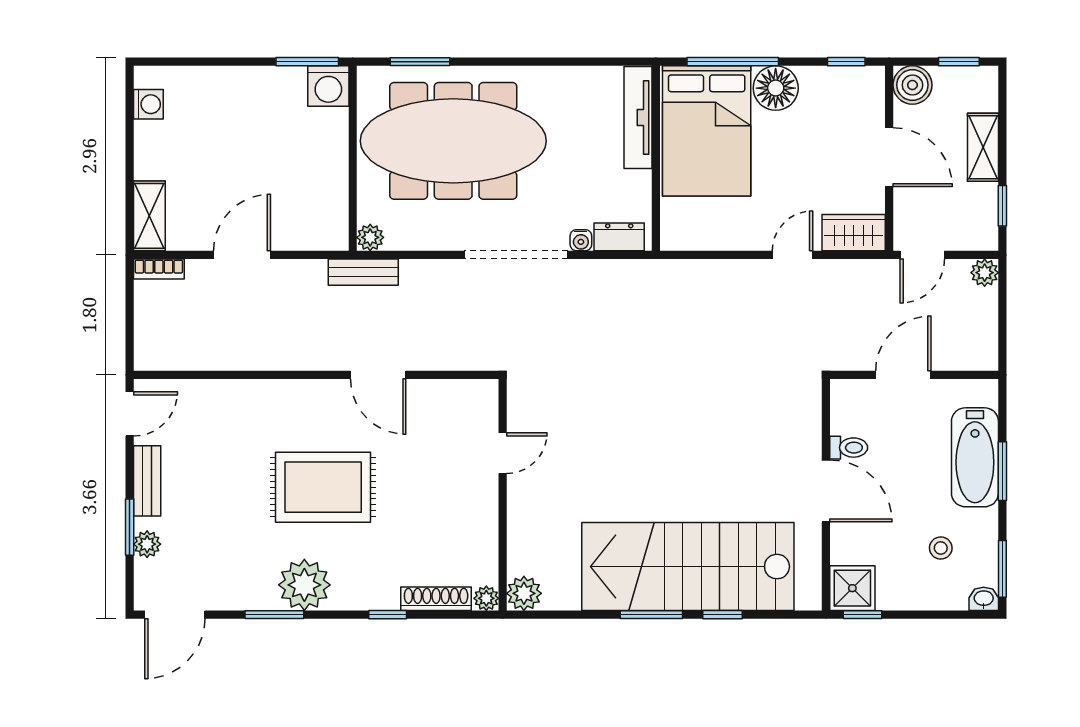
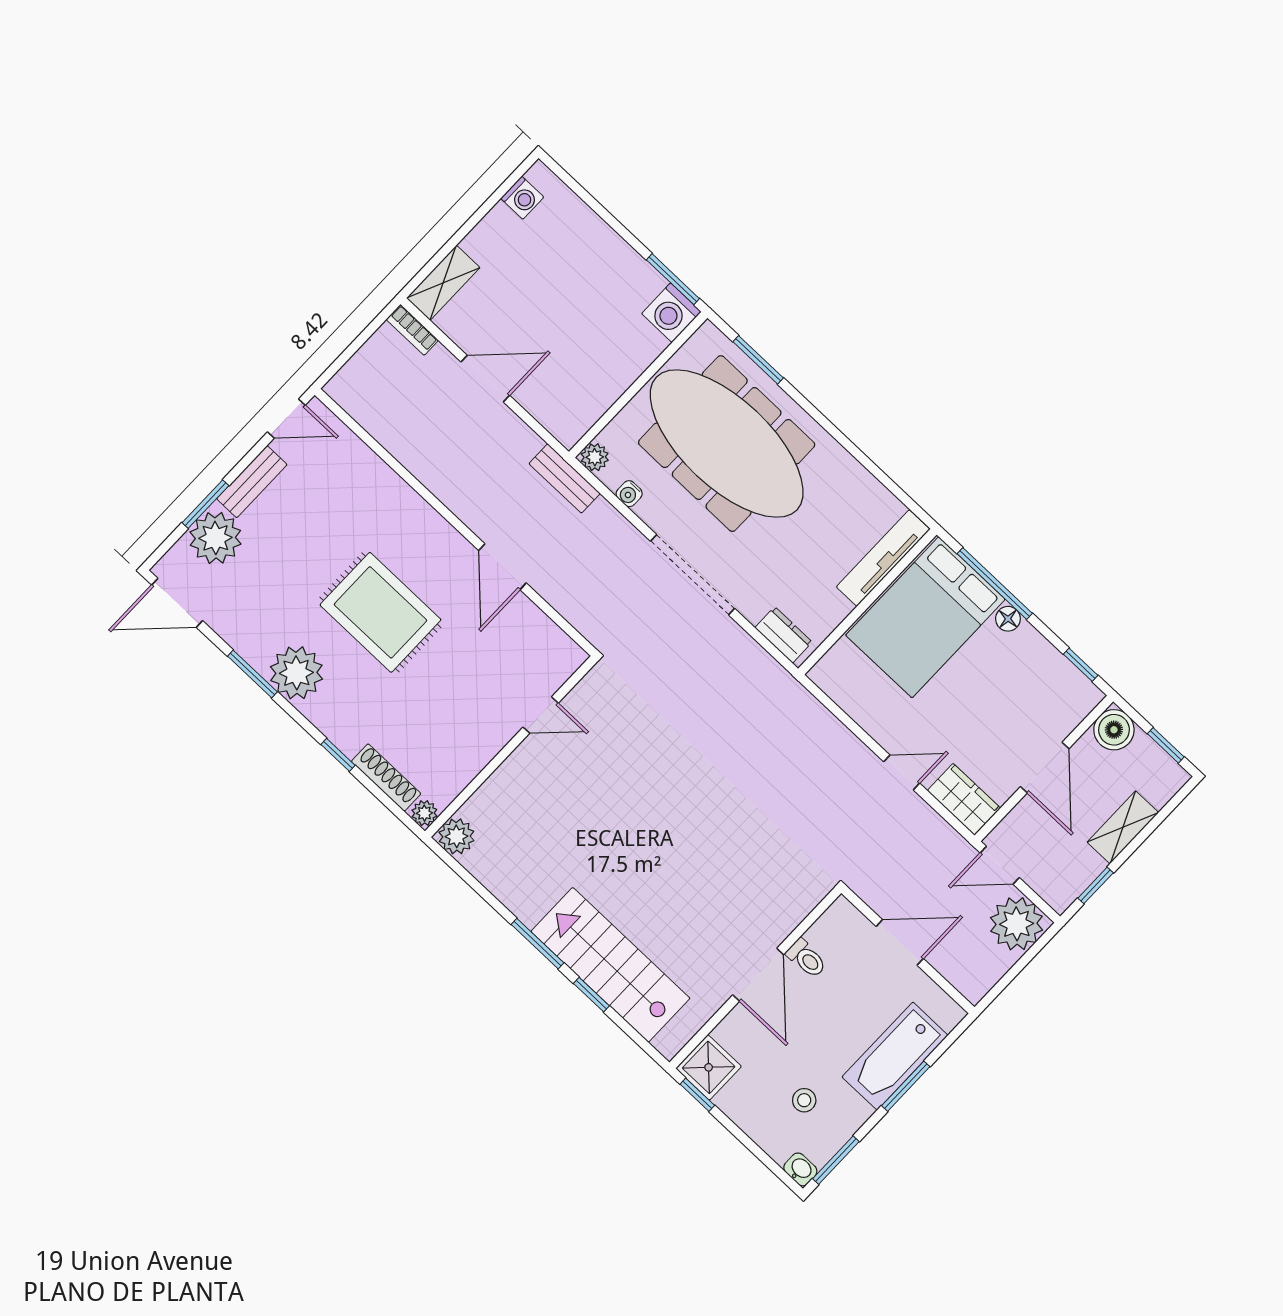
floor lamp: (776, 88) -> (1008, 619), width x0.53, depth x0.53
water cooler: (581, 240) -> (629, 494), moved
plant: (985, 273) -> (1017, 924), width x1.87, depth x1.87
plant: (147, 544) -> (215, 538), width x1.87, depth x1.87
stairs: (688, 567) -> (610, 965), width x0.73, depth x0.66

